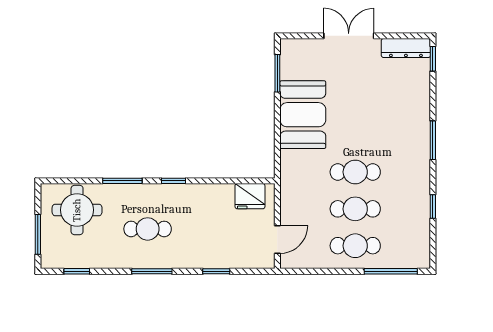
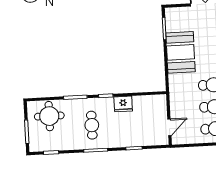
fridge: (250, 196) -> (123, 104), moved
cafe table: (148, 229) -> (92, 125), turned 90

